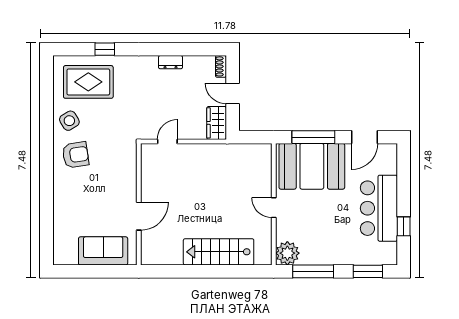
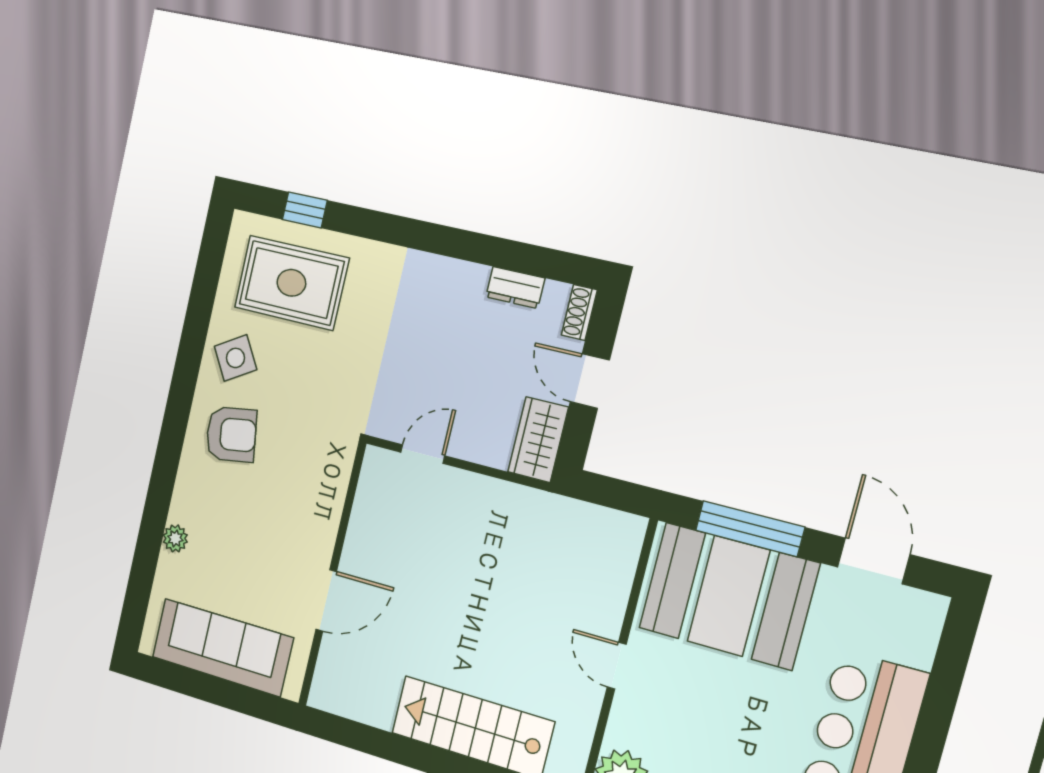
window: (105, 49) -> (305, 210), moved
dresser: (171, 62) -> (515, 288), moved
door: (365, 137) -> (874, 561), swing flipped
plant: (59, 208) -> (175, 538), added
sofa: (103, 251) -> (222, 647), width x1.36

